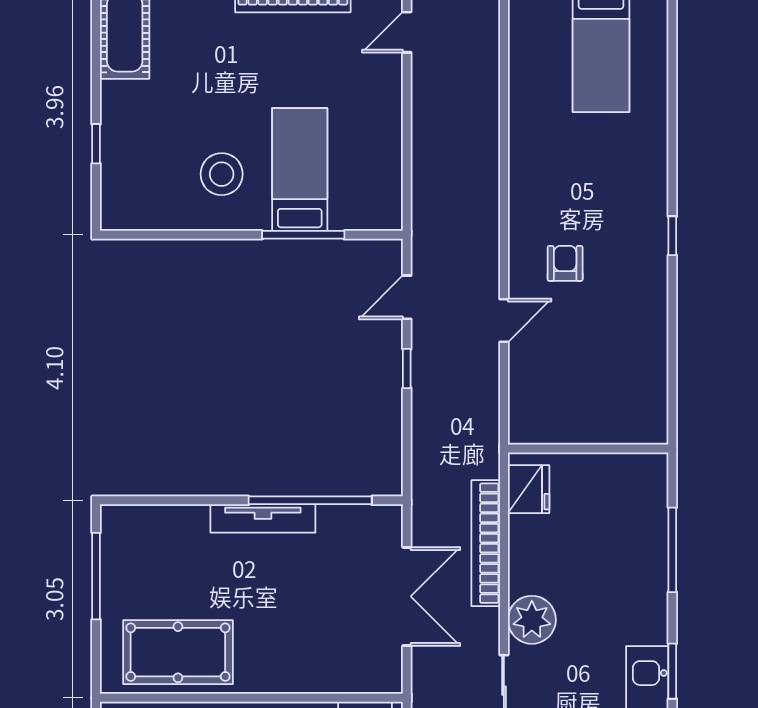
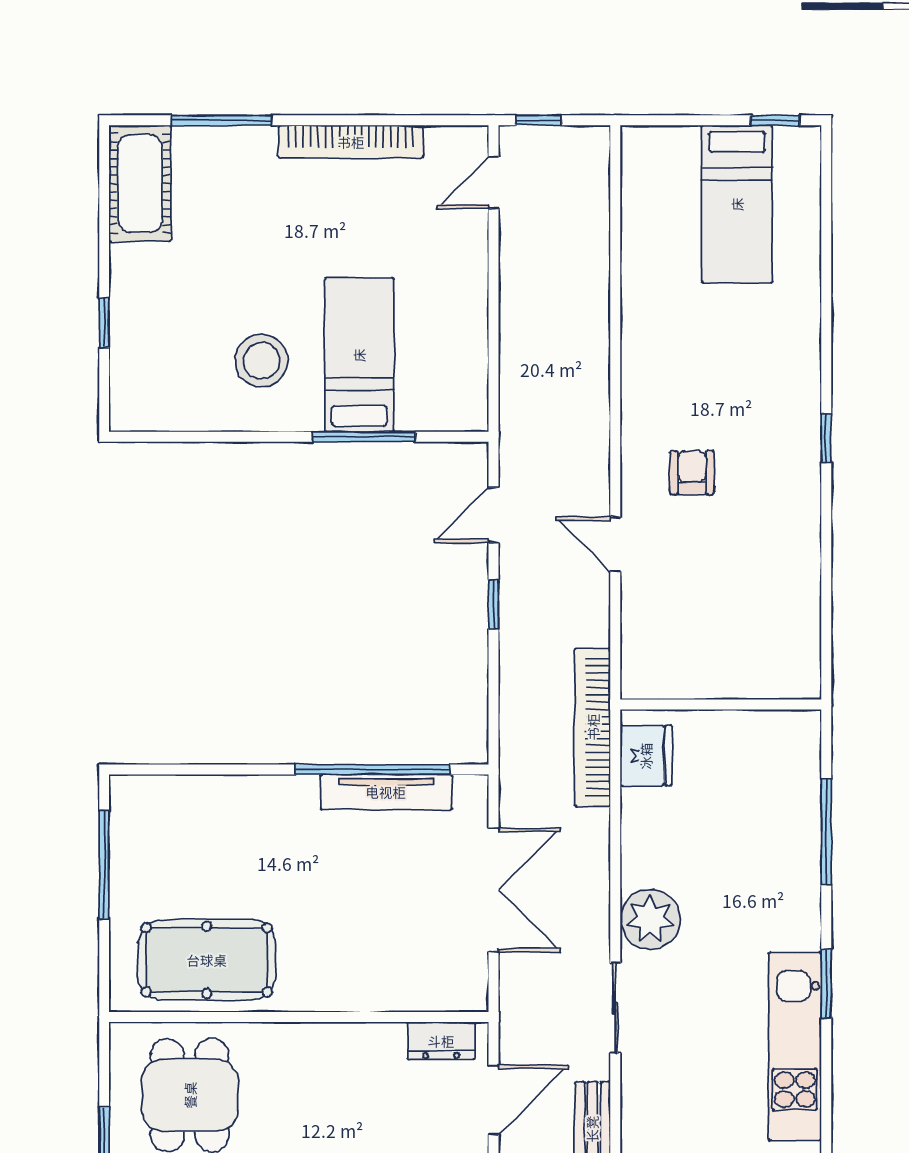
door: (504, 320) -> (615, 544), swing flipped
tv unit: (263, 518) -> (386, 792), moved
bookcase: (486, 543) -> (593, 727), moved

